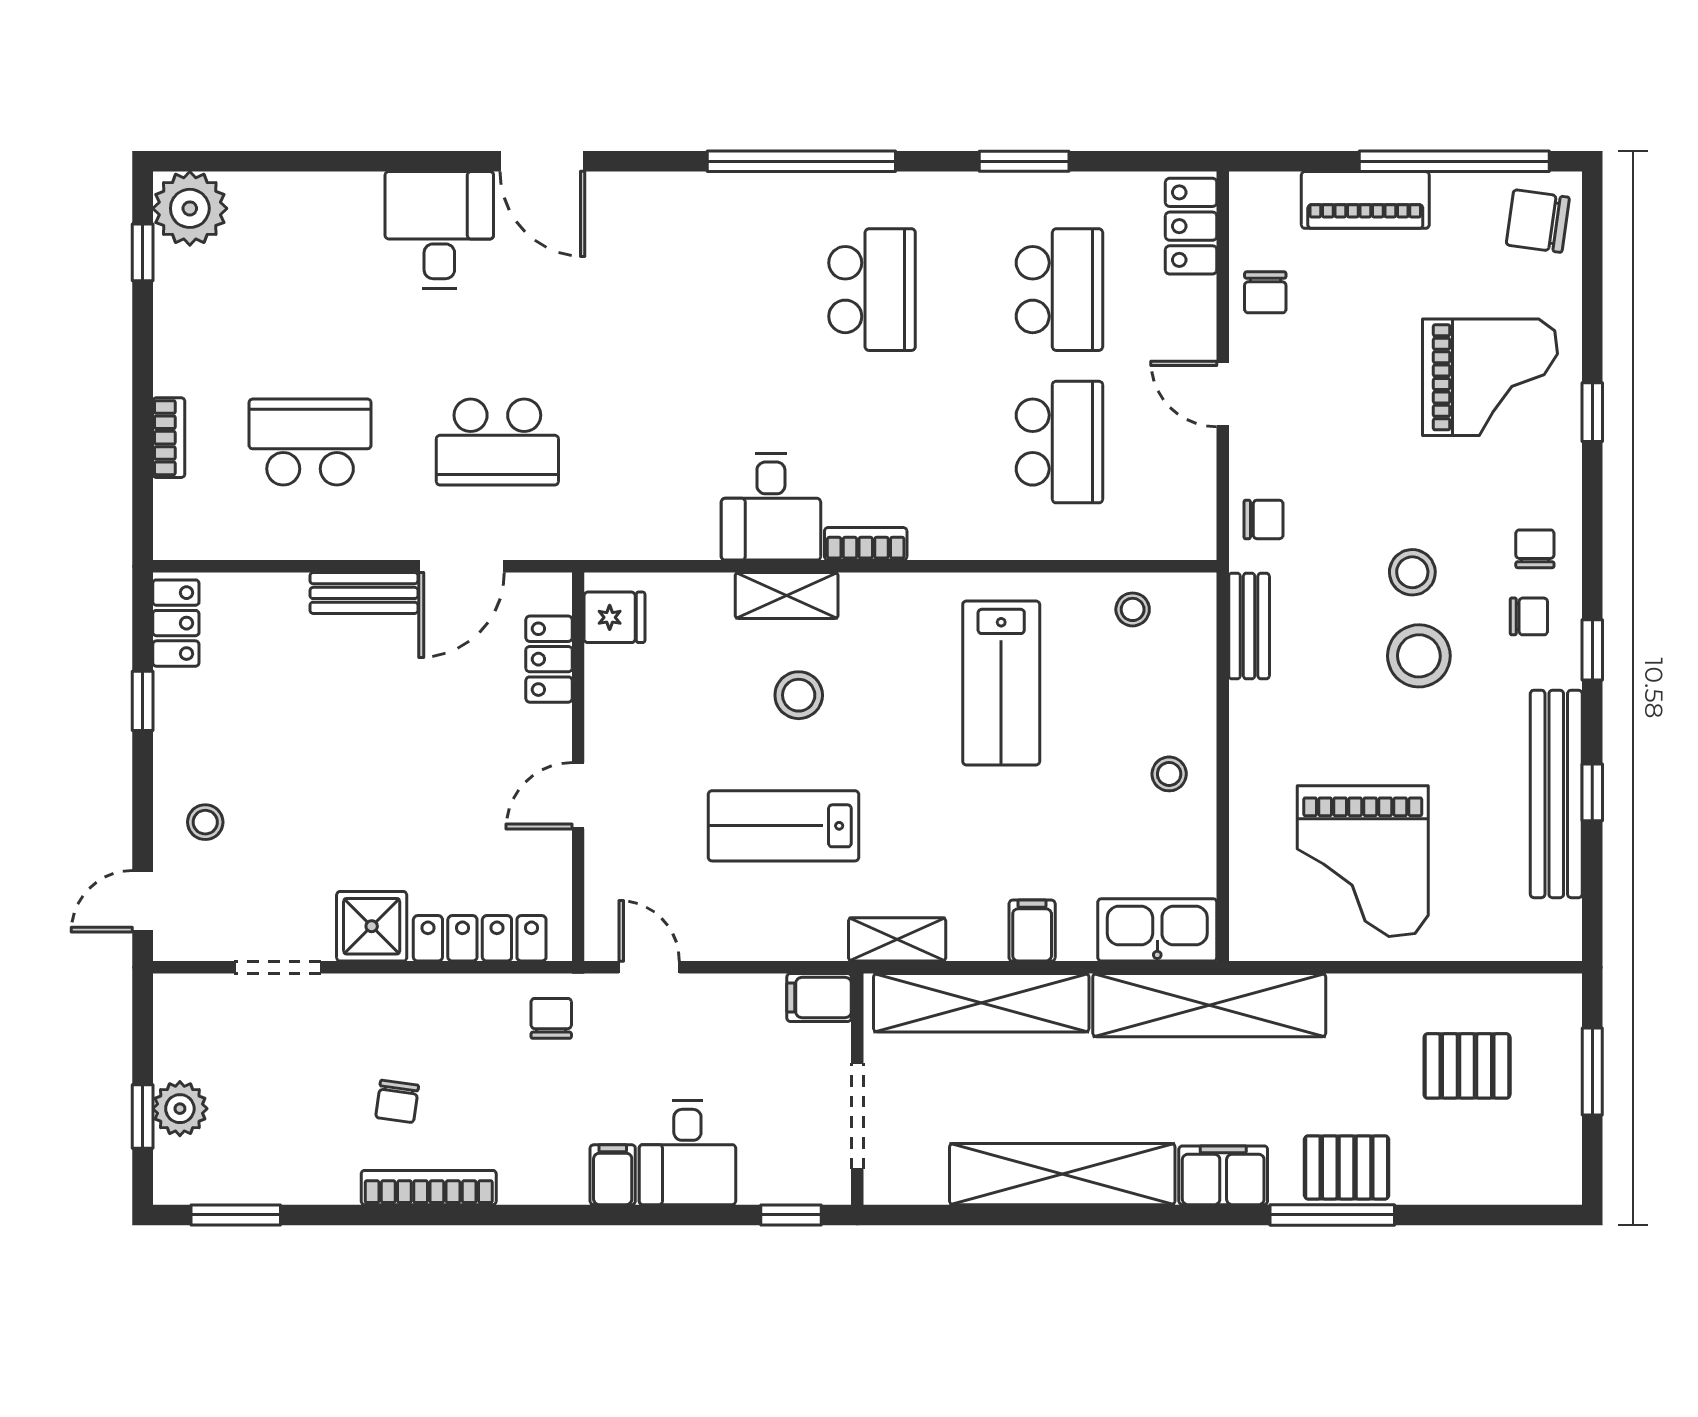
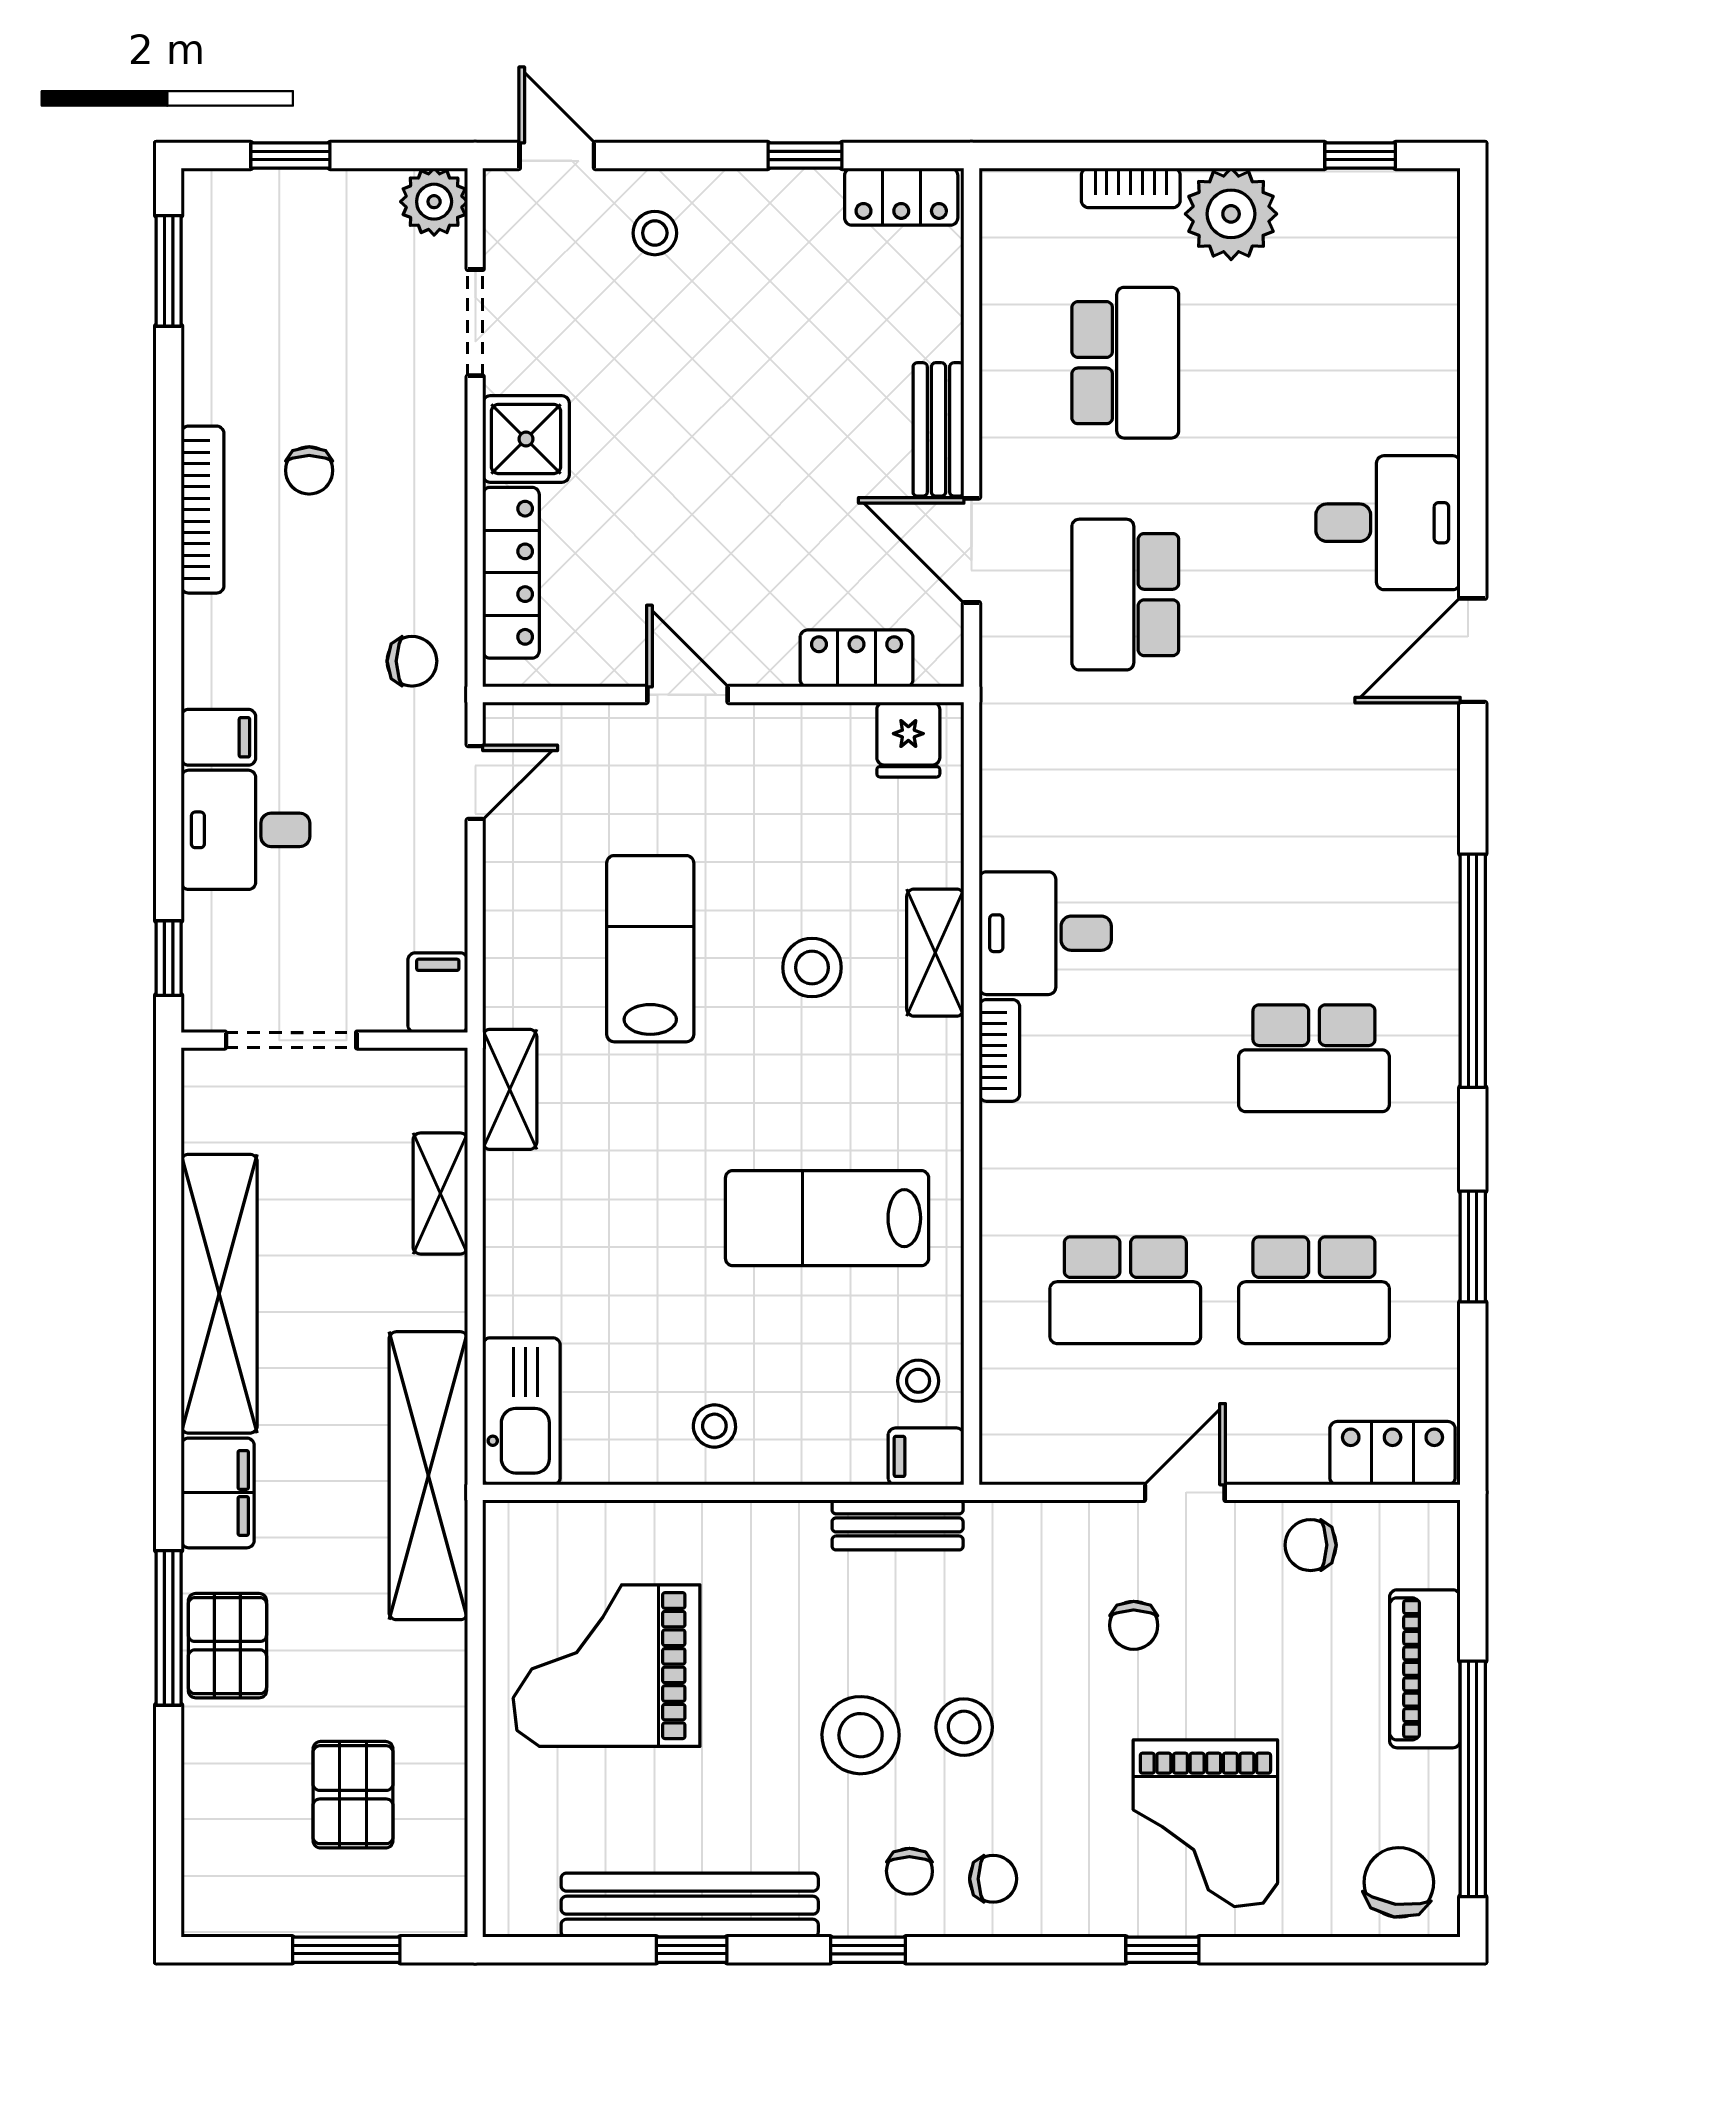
plant: (190, 208) -> (1231, 214), moved
chair: (1263, 519) -> (1134, 1625), moved
filing cabinet: (1032, 931) -> (926, 1456), moved, turned 180
shelving: (981, 1003) -> (440, 1193), width x0.45, depth x0.75
chair: (397, 1101) -> (309, 470), turned -98
plant: (180, 1109) -> (434, 202), moved

